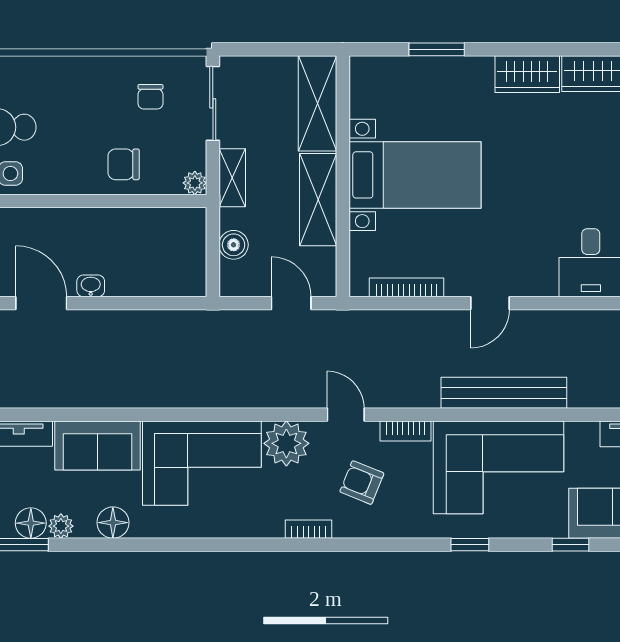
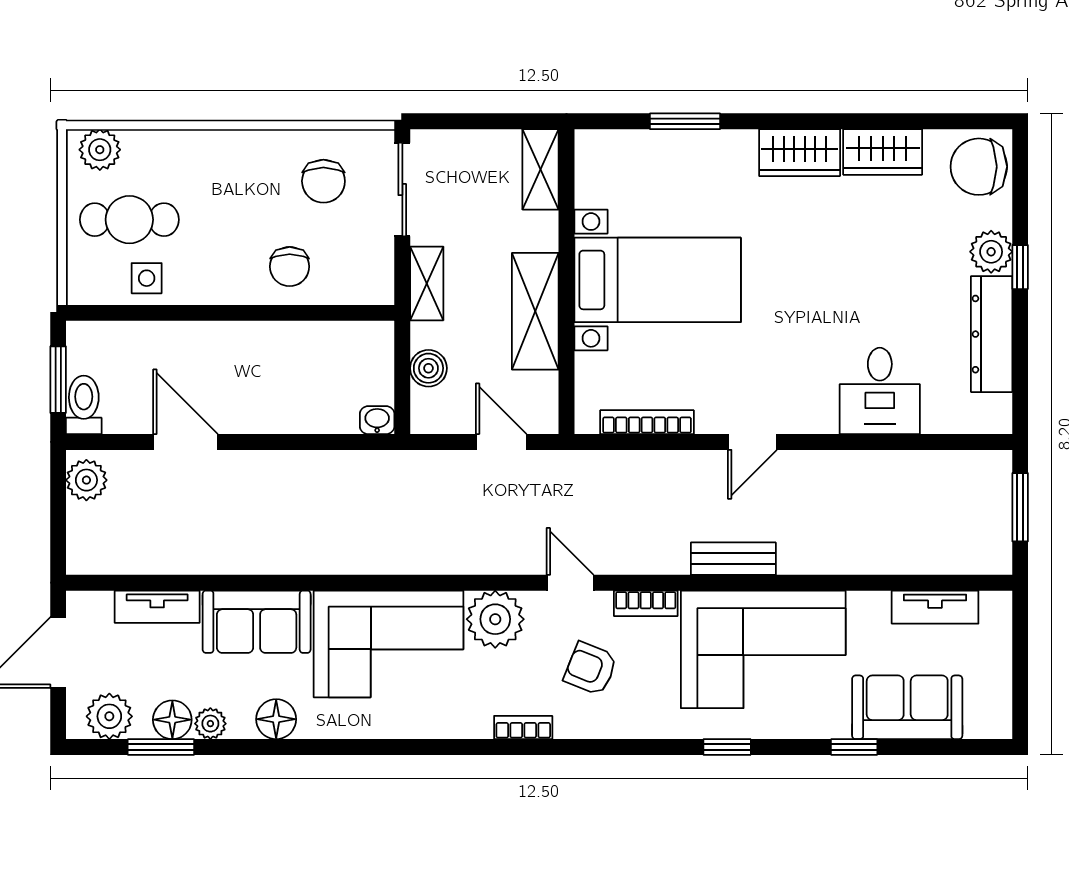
chair: (150, 97) -> (323, 181), width x1.37, depth x1.37
shelving: (318, 103) -> (541, 169), width x0.67, depth x0.75
chair: (124, 164) -> (290, 267), turned -90
plant: (195, 183) -> (379, 290), removed
washbasin: (91, 286) -> (377, 420), moved
bench: (504, 393) -> (733, 559), width x0.54, depth x0.82

